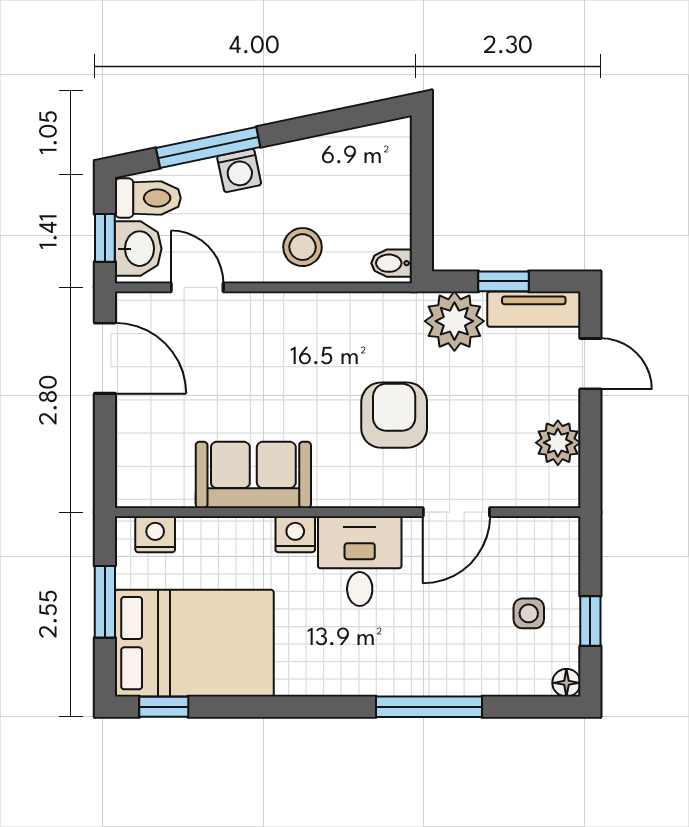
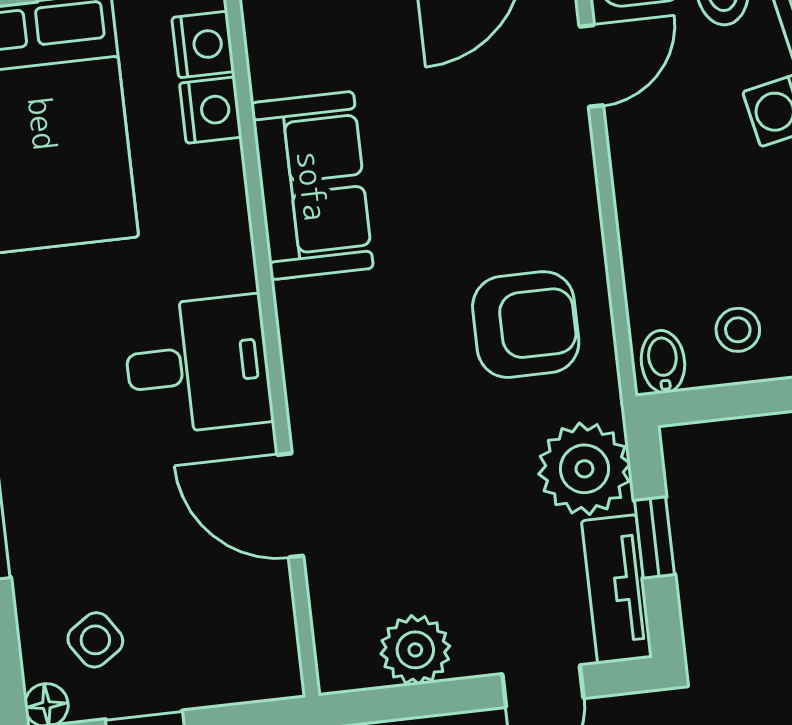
stool: (303, 247) -> (738, 330), moved, width x0.73, depth x0.73
armchair: (394, 415) -> (526, 325), moved
nightstand: (295, 534) -> (211, 110), moved
side table: (529, 613) -> (95, 640), moved, turned -34

